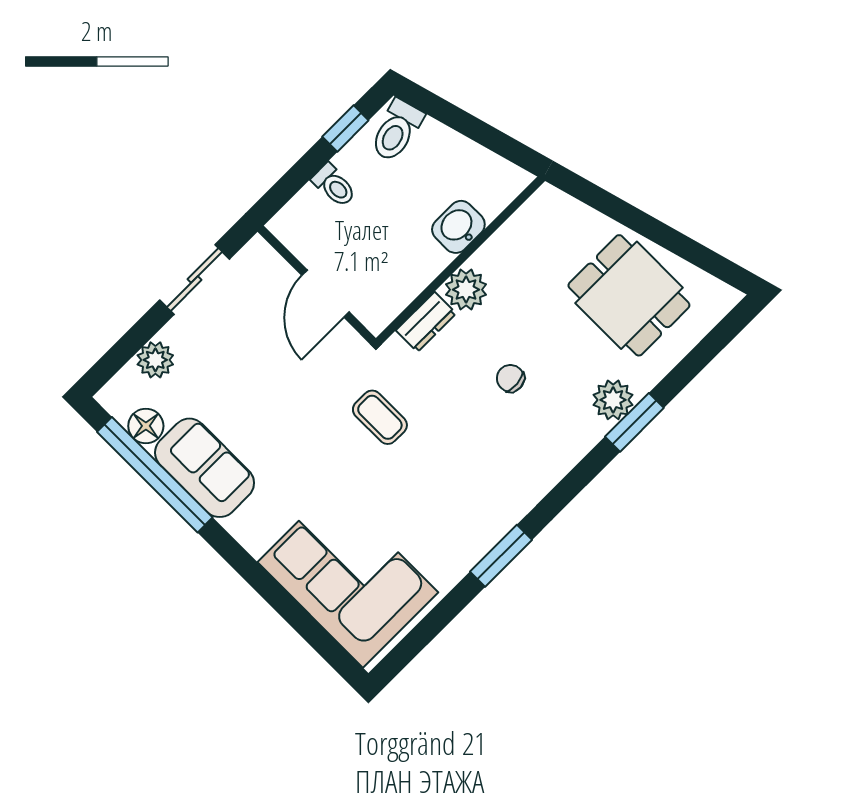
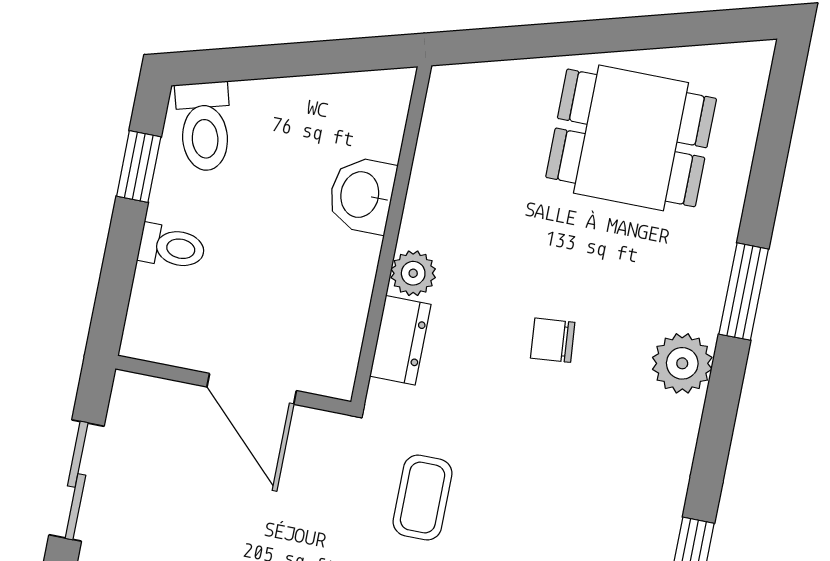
plant: (466, 290) -> (413, 273), width x0.73, depth x0.73
plant: (613, 400) -> (682, 363), moved
coffee table: (380, 417) -> (423, 498), turned 90

